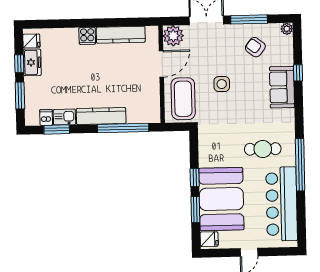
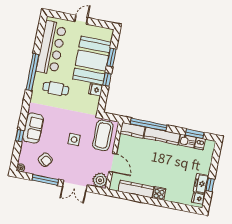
door: (161, 64) -> (112, 163), swing flipped
window: (20, 96) -> (215, 163), removed
kitchen counter: (144, 115) -> (132, 130), added
fridge: (209, 239) -> (96, 90), moved

